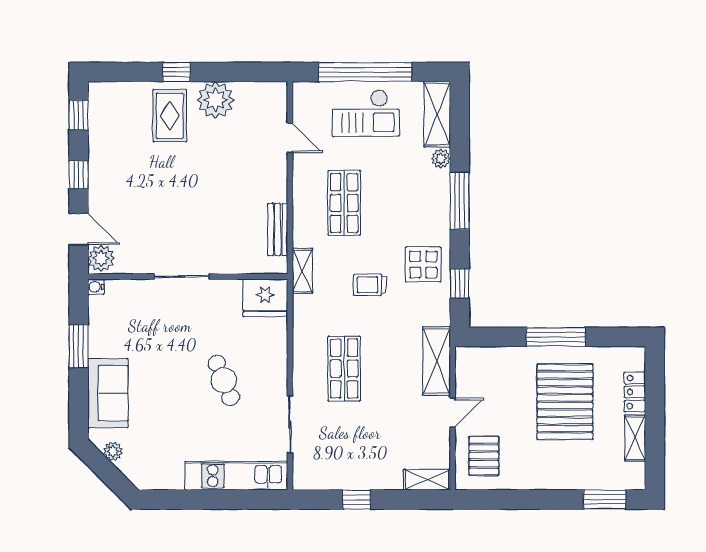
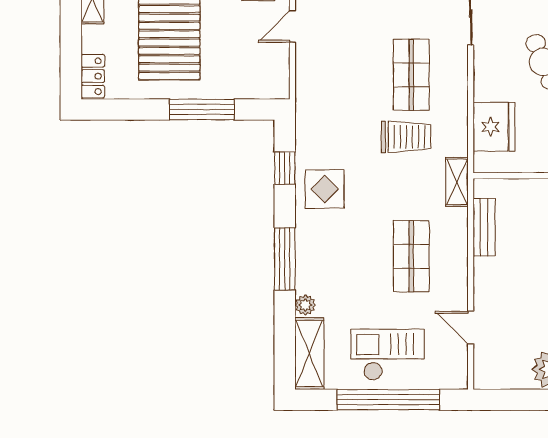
trolley: (370, 285) -> (406, 137), moved, width x1.36, depth x1.39
fridge: (265, 298) -> (494, 127), moved, turned 90
window: (556, 337) -> (202, 110), moved
shelving: (437, 361) -> (310, 83), removed
locker: (635, 392) -> (93, 76), moved

